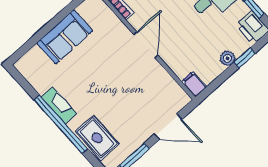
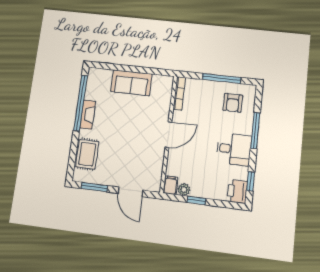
plant: (227, 58) -> (184, 190), moved
window: (245, 58) -> (196, 200), moved
window: (61, 124) -> (81, 103), moved

